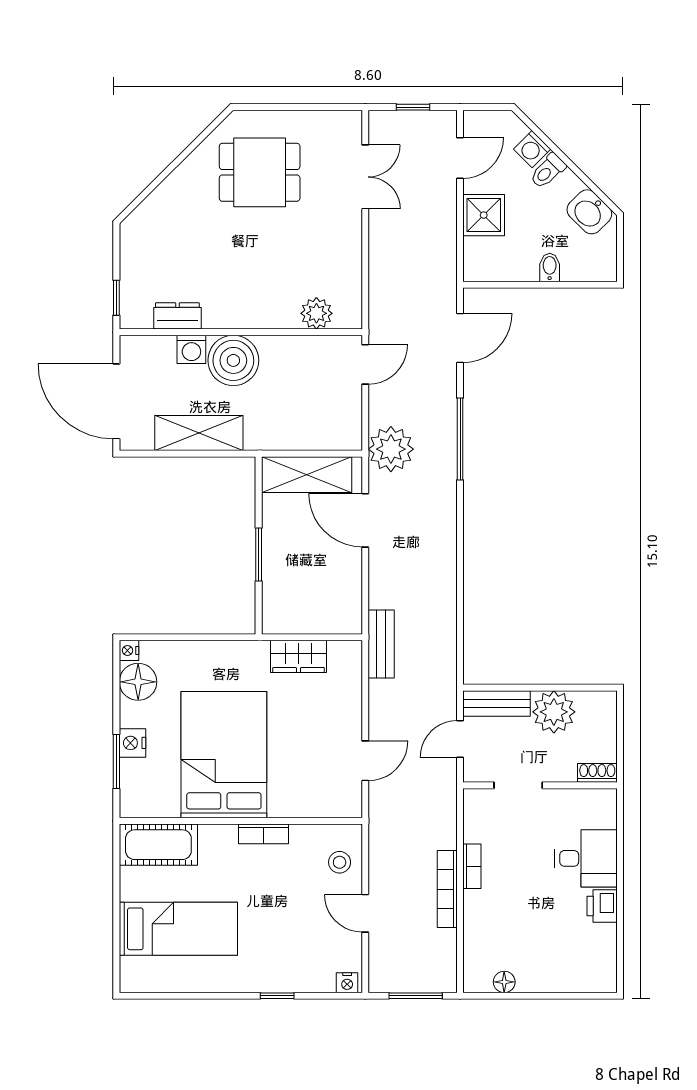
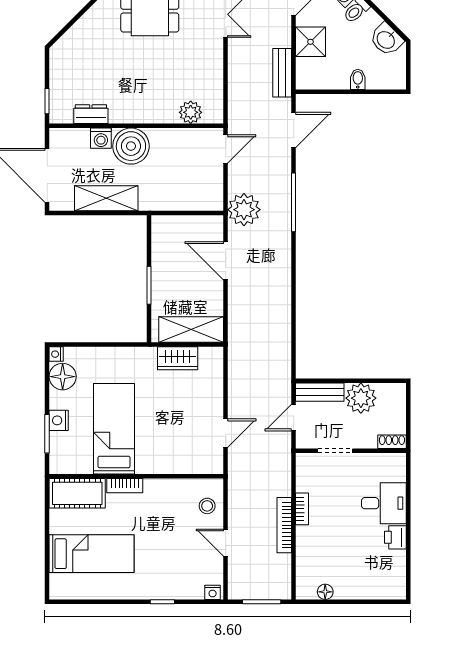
shelving: (307, 475) -> (191, 330), moved
bench: (381, 644) -> (282, 73), moved
bed: (224, 755) -> (114, 429), width x0.67
bookcase: (264, 834) -> (125, 486), moved

